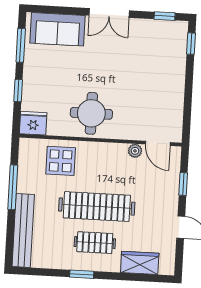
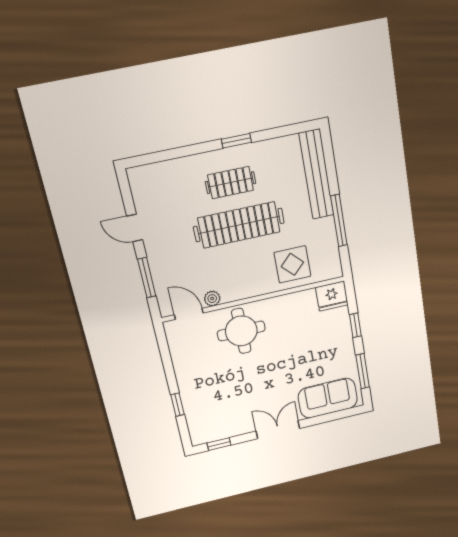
window: (191, 44) -> (178, 405), moved
round table: (91, 113) -> (241, 331), moved
window: (183, 184) -> (147, 278), width x1.50
wardrobe: (140, 263) -> (171, 173), removed

